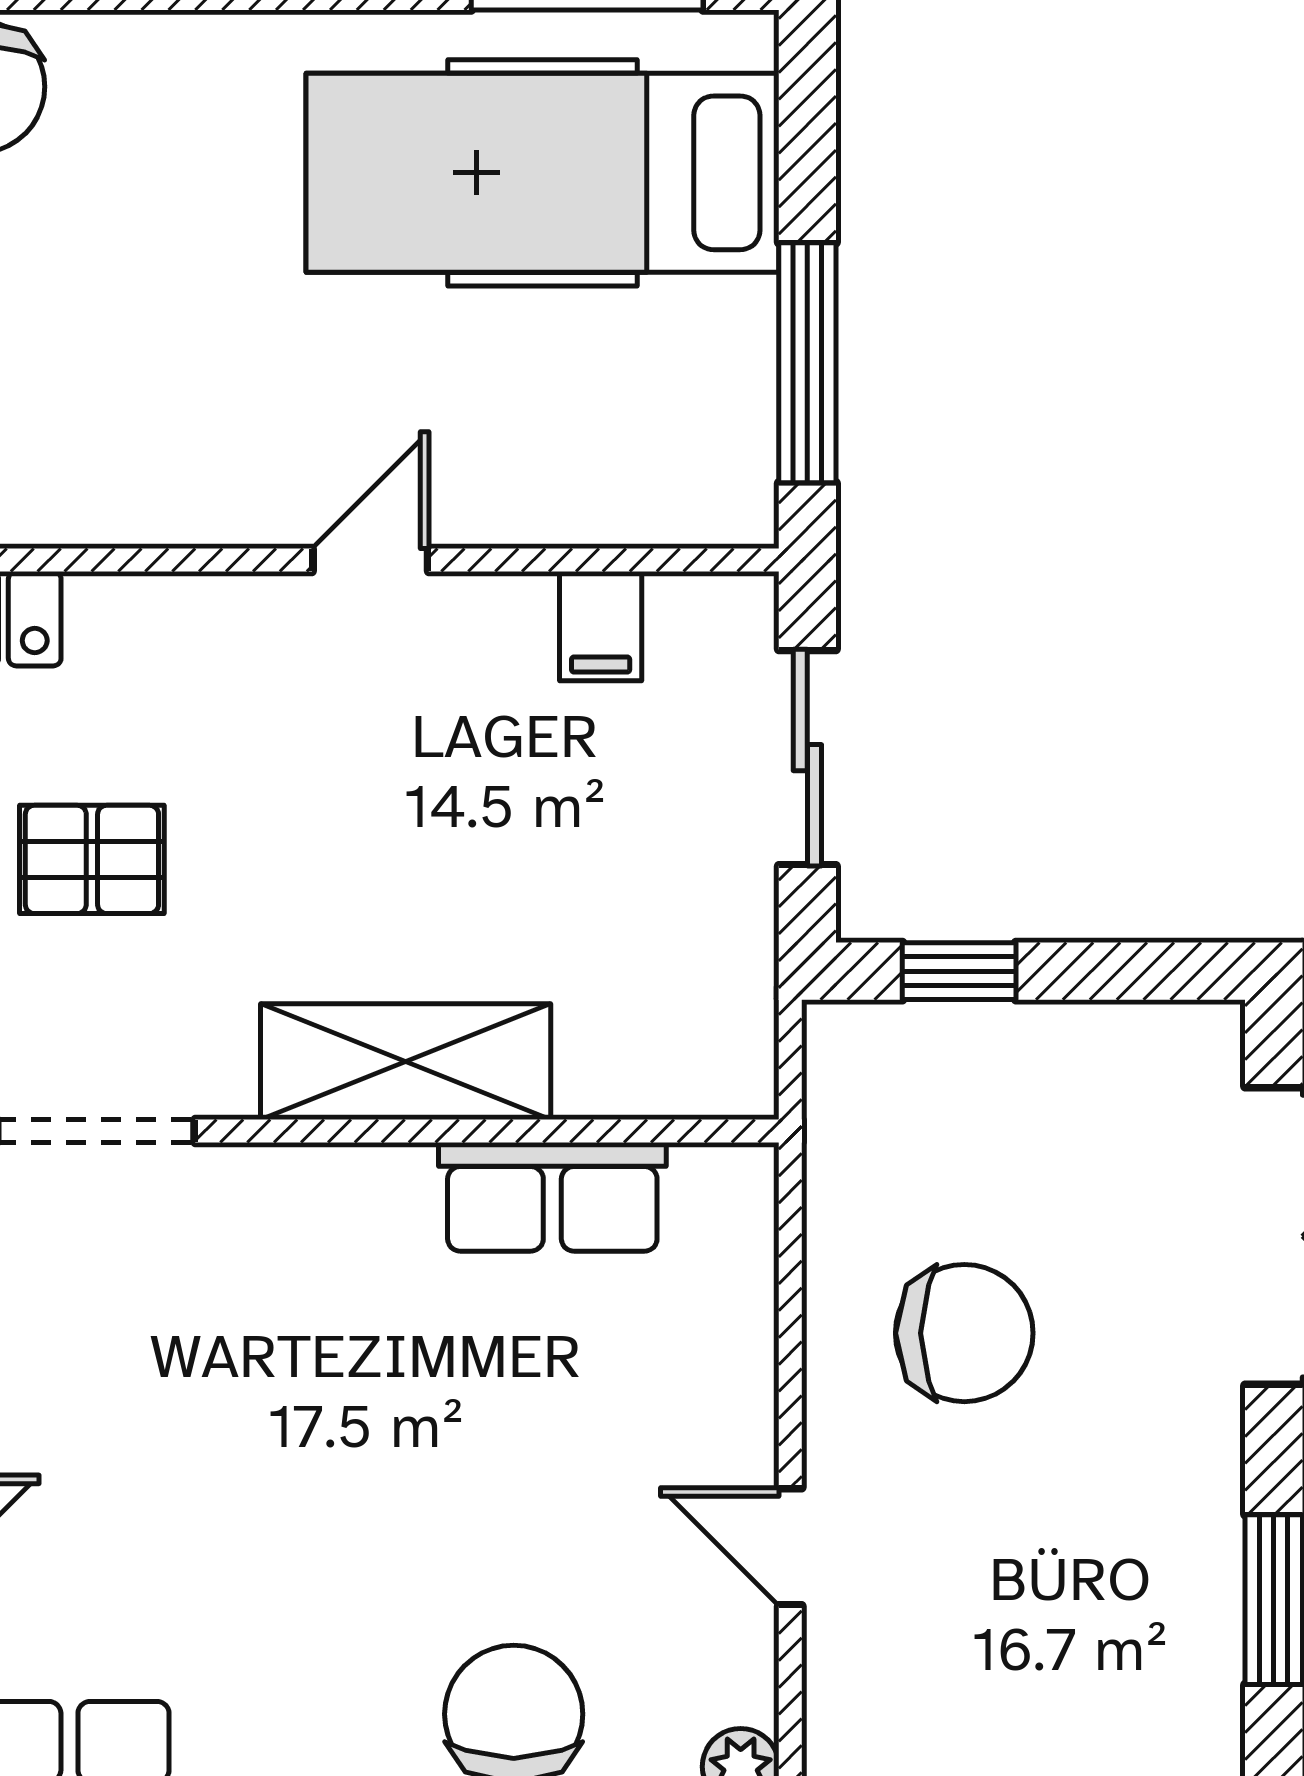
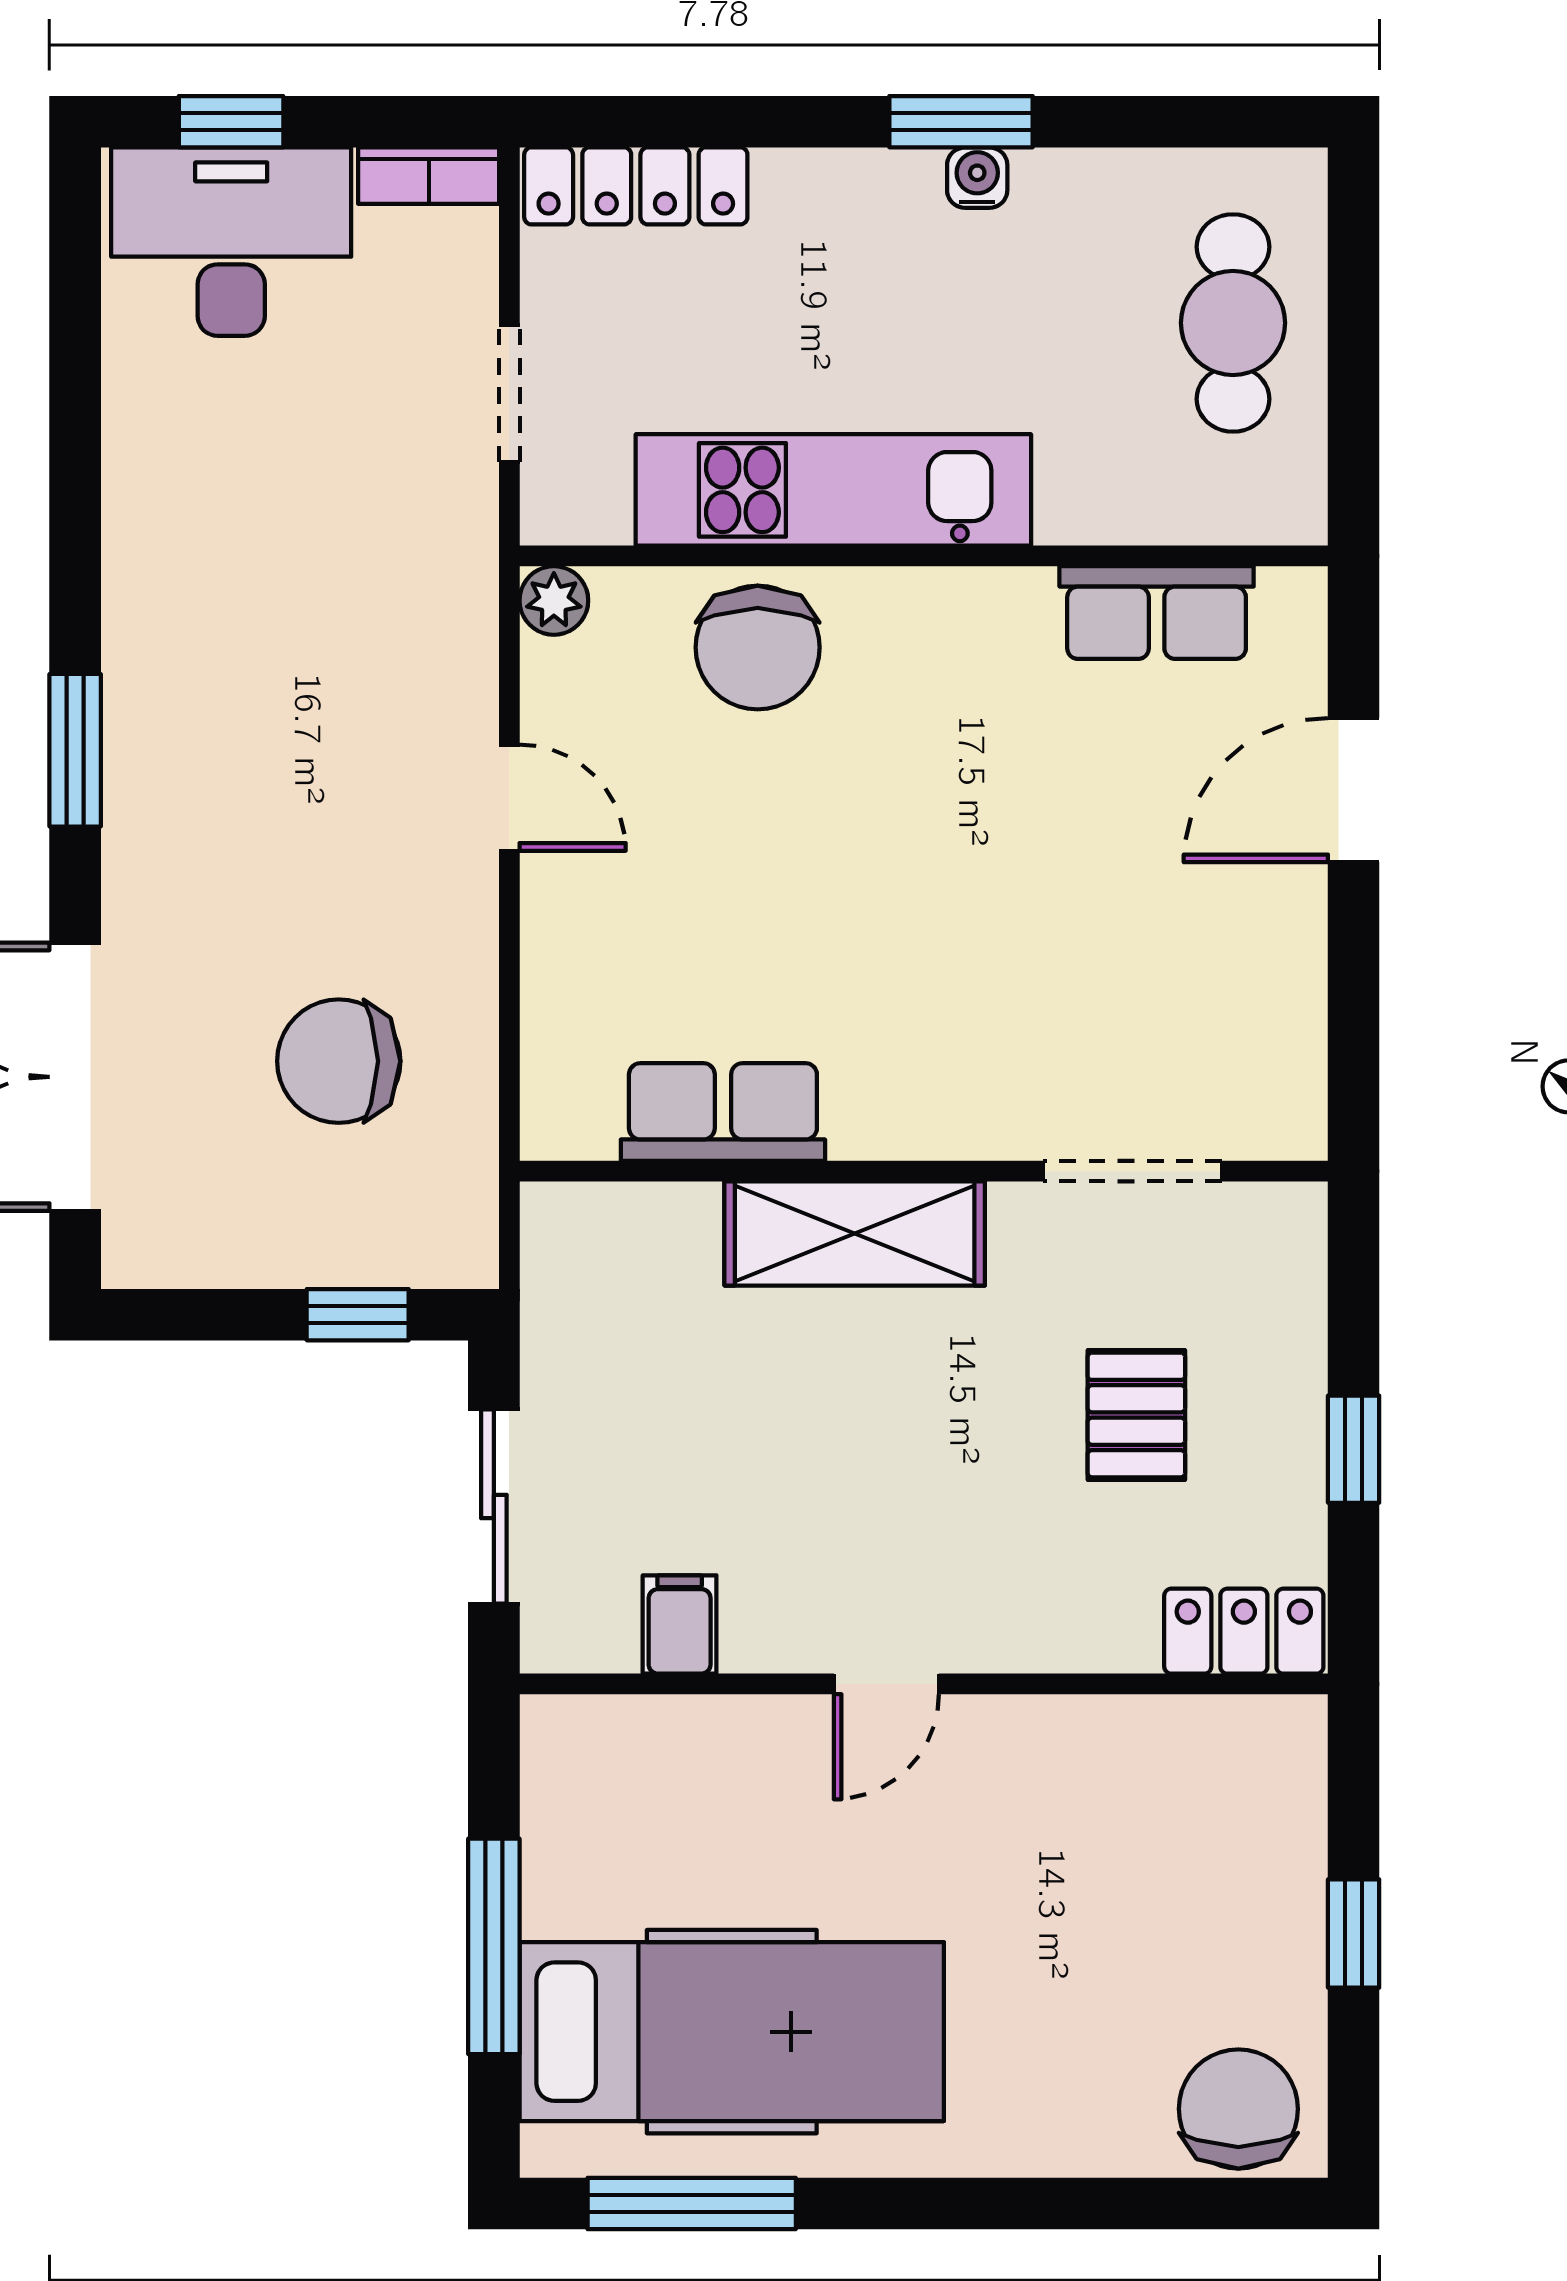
window: (807, 363) -> (494, 1946), moved
pallet: (92, 859) -> (1136, 1415), turned 90
chair: (964, 1333) -> (339, 1061), moved

